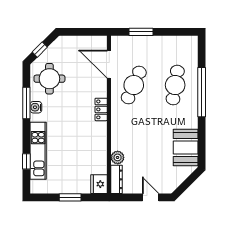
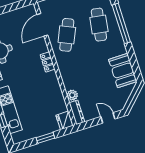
door: (109, 64) -> (42, 25), hinge flipped

